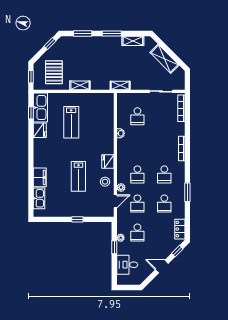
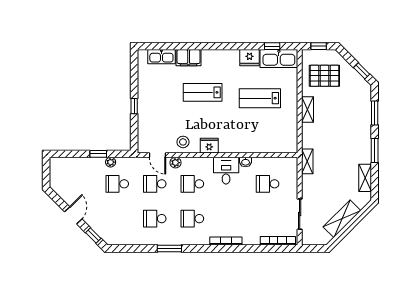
lab bench: (78, 176) -> (203, 92), moved
locker: (180, 229) -> (122, 239), removed
desk: (127, 265) -> (226, 171), moved

